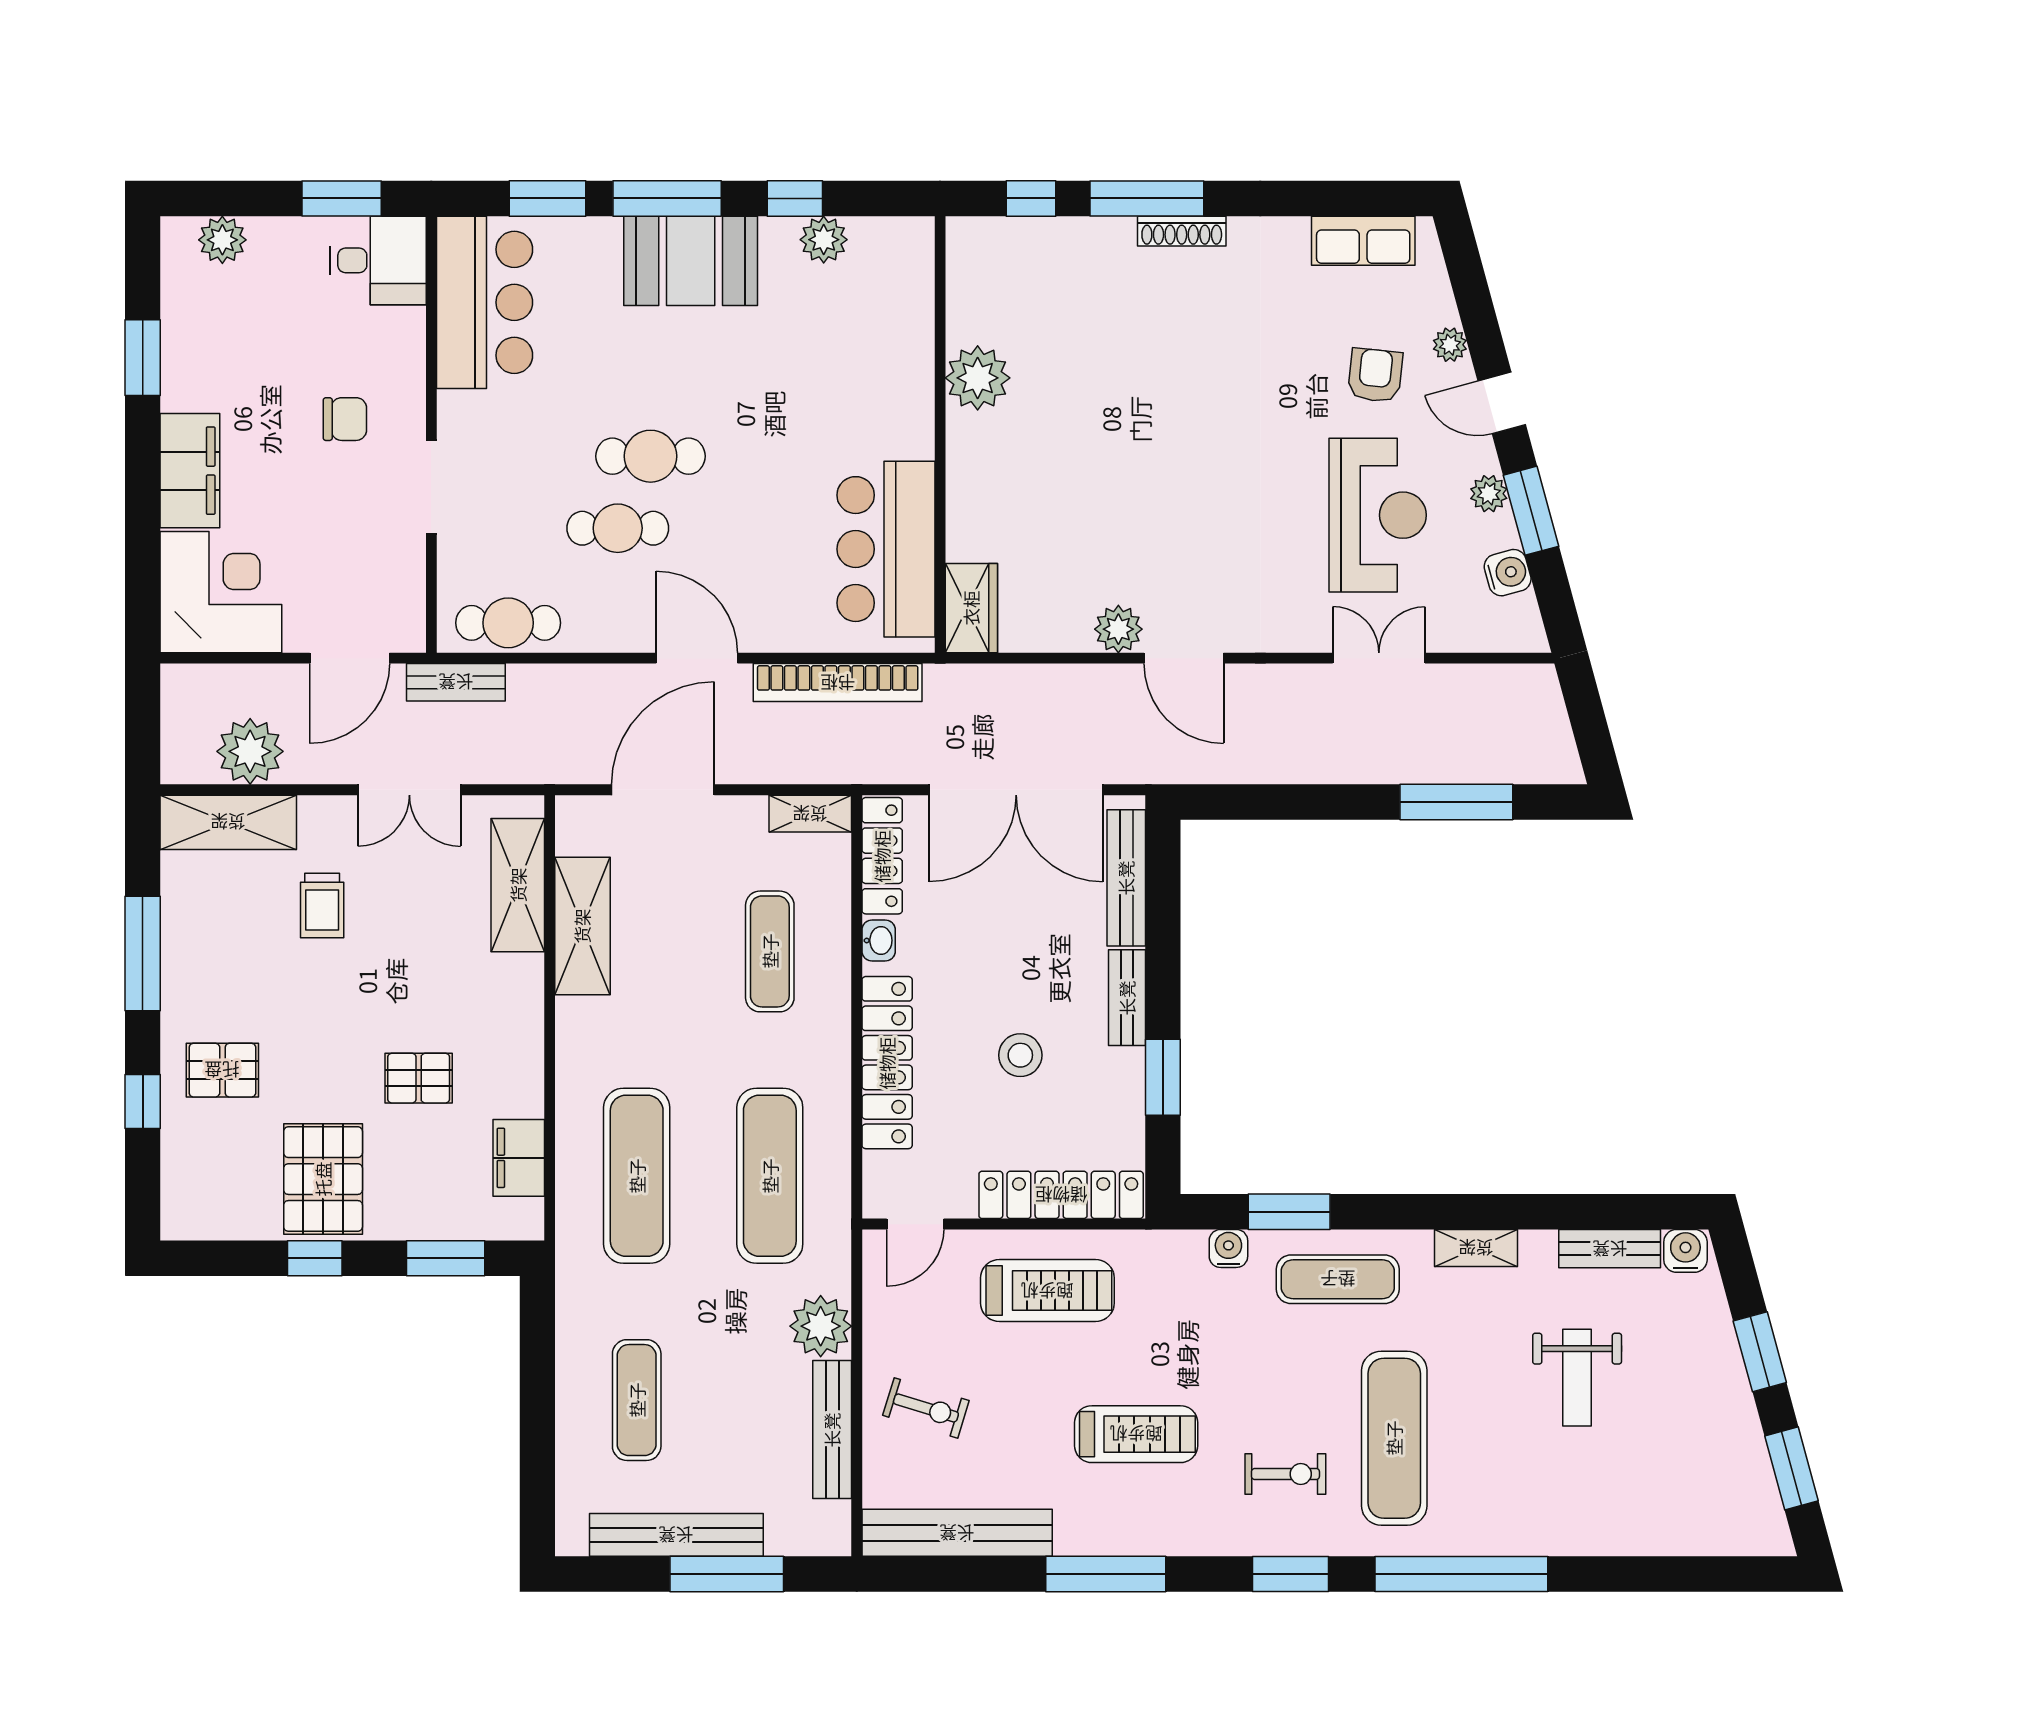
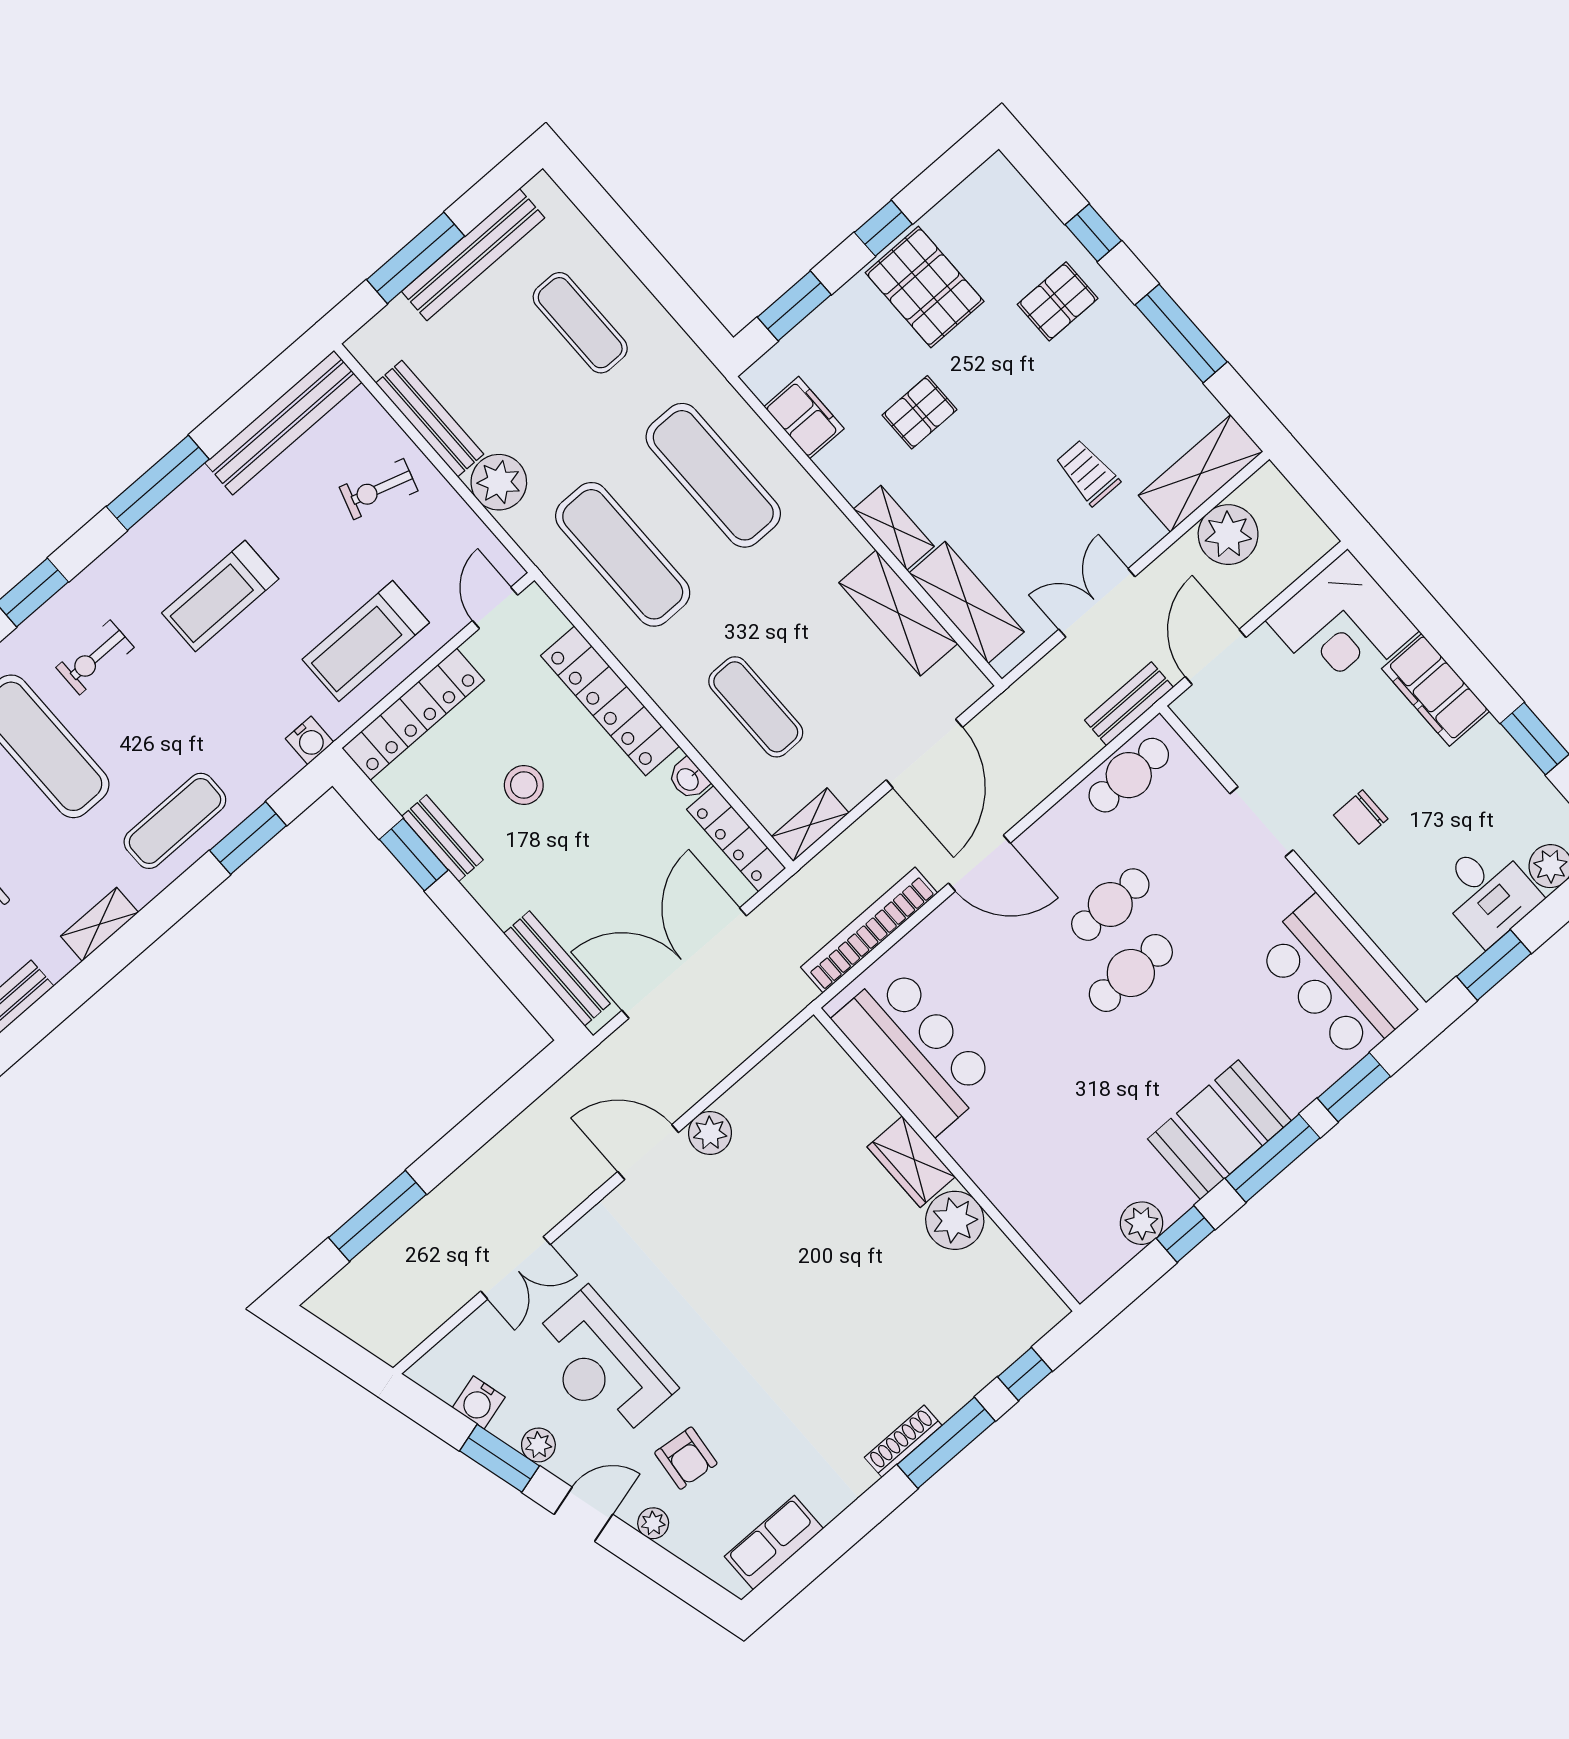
desk: (378, 260) -> (1487, 892), moved, turned -90
wardrobe: (971, 608) -> (911, 1162), moved
bench: (1127, 998) -> (442, 838), moved
shelving: (524, 1001) -> (894, 528), added
water cooler: (1228, 1248) -> (310, 740), moved

